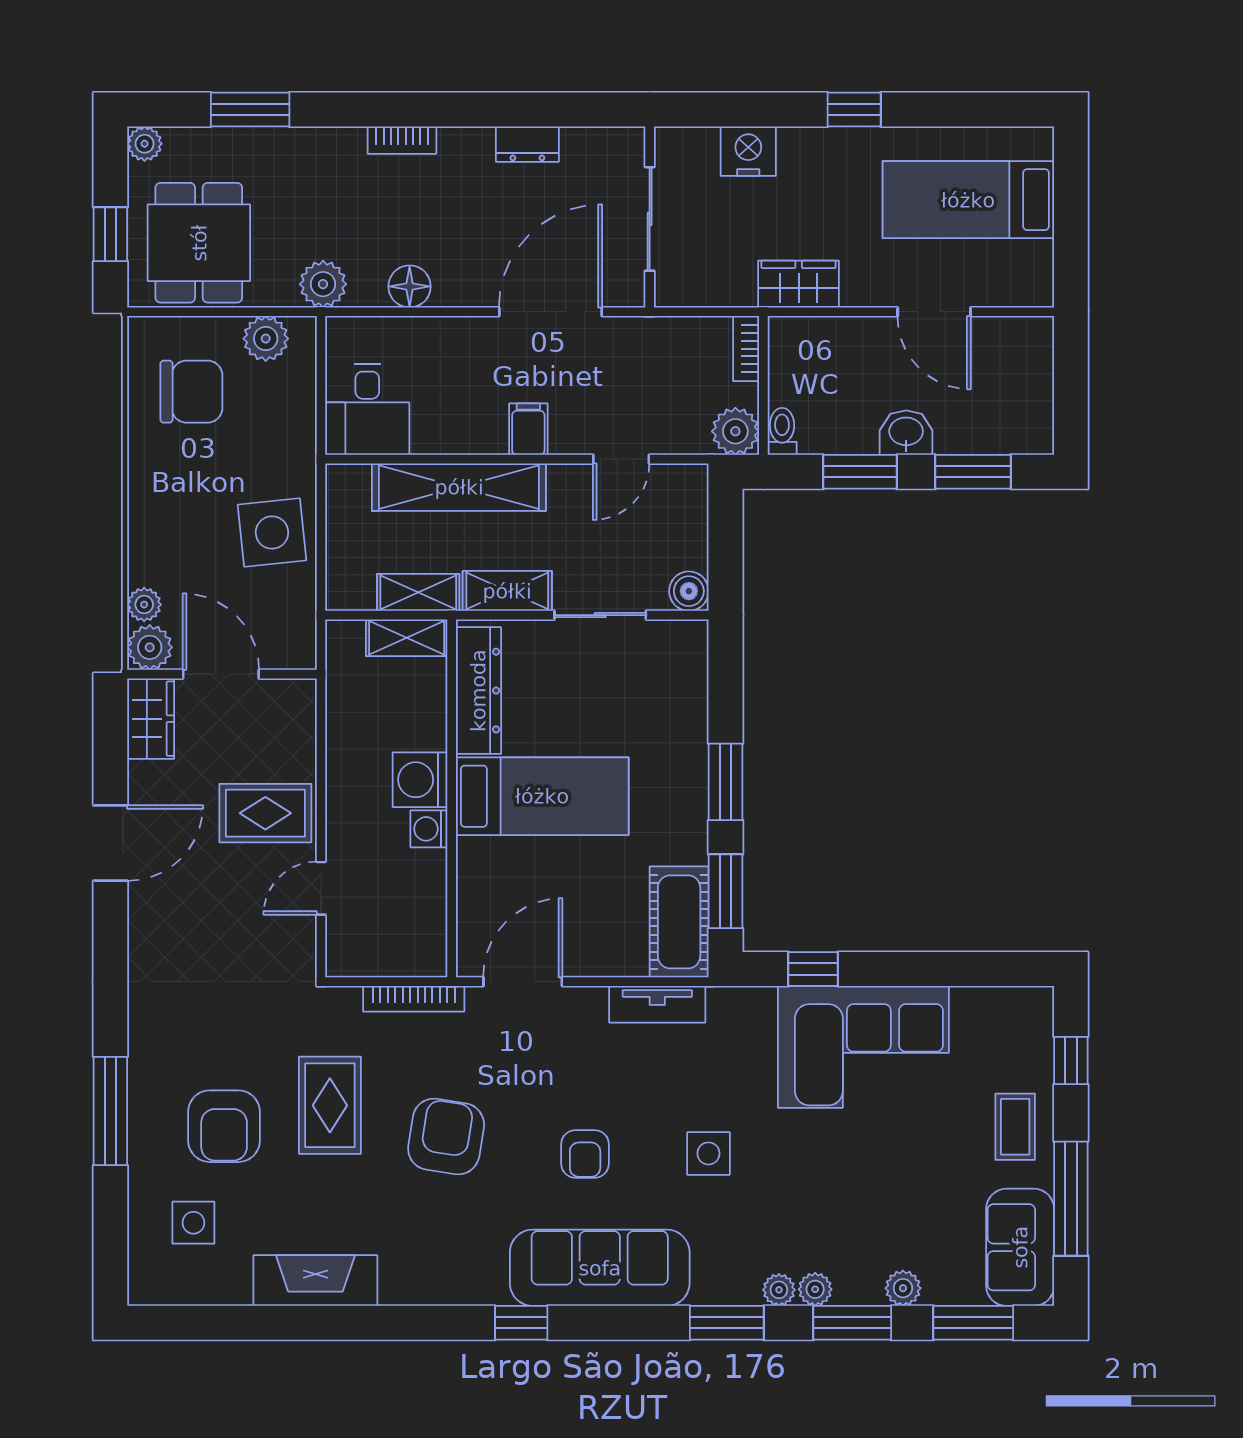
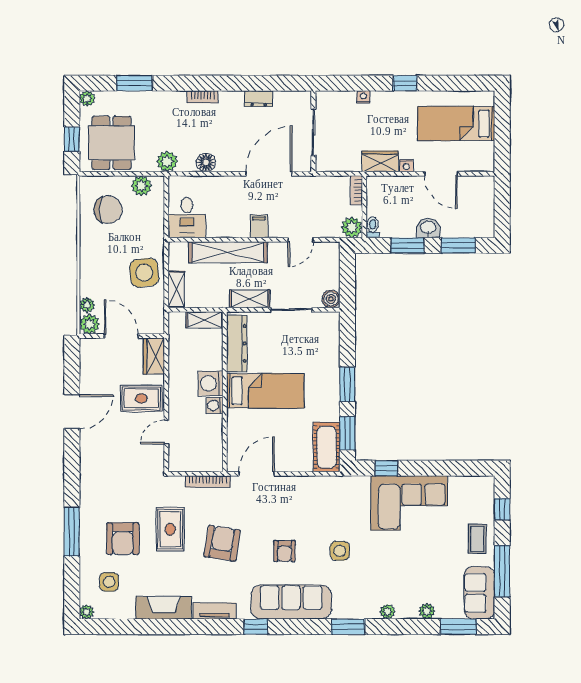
nightstand: (748, 151) -> (363, 97), width x0.53, depth x0.56
nightstand: (857, 294) -> (406, 166), added
shelving: (418, 592) -> (176, 289), moved, turned 90
wardrobe: (151, 719) -> (154, 356), moved, turned 180
tv unit: (657, 1004) -> (214, 611), moved, turned 180
plant: (779, 1290) -> (87, 612), moved
window: (852, 1323) -> (404, 627), removed

